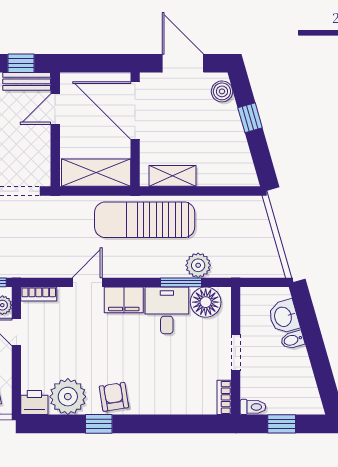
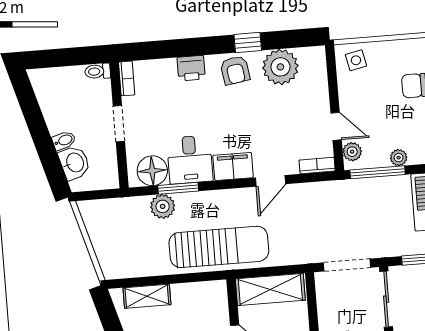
shelving: (172, 176) -> (147, 296), moved
printer: (34, 403) -> (191, 68), moved
window: (282, 424) -> (68, 57), removed

